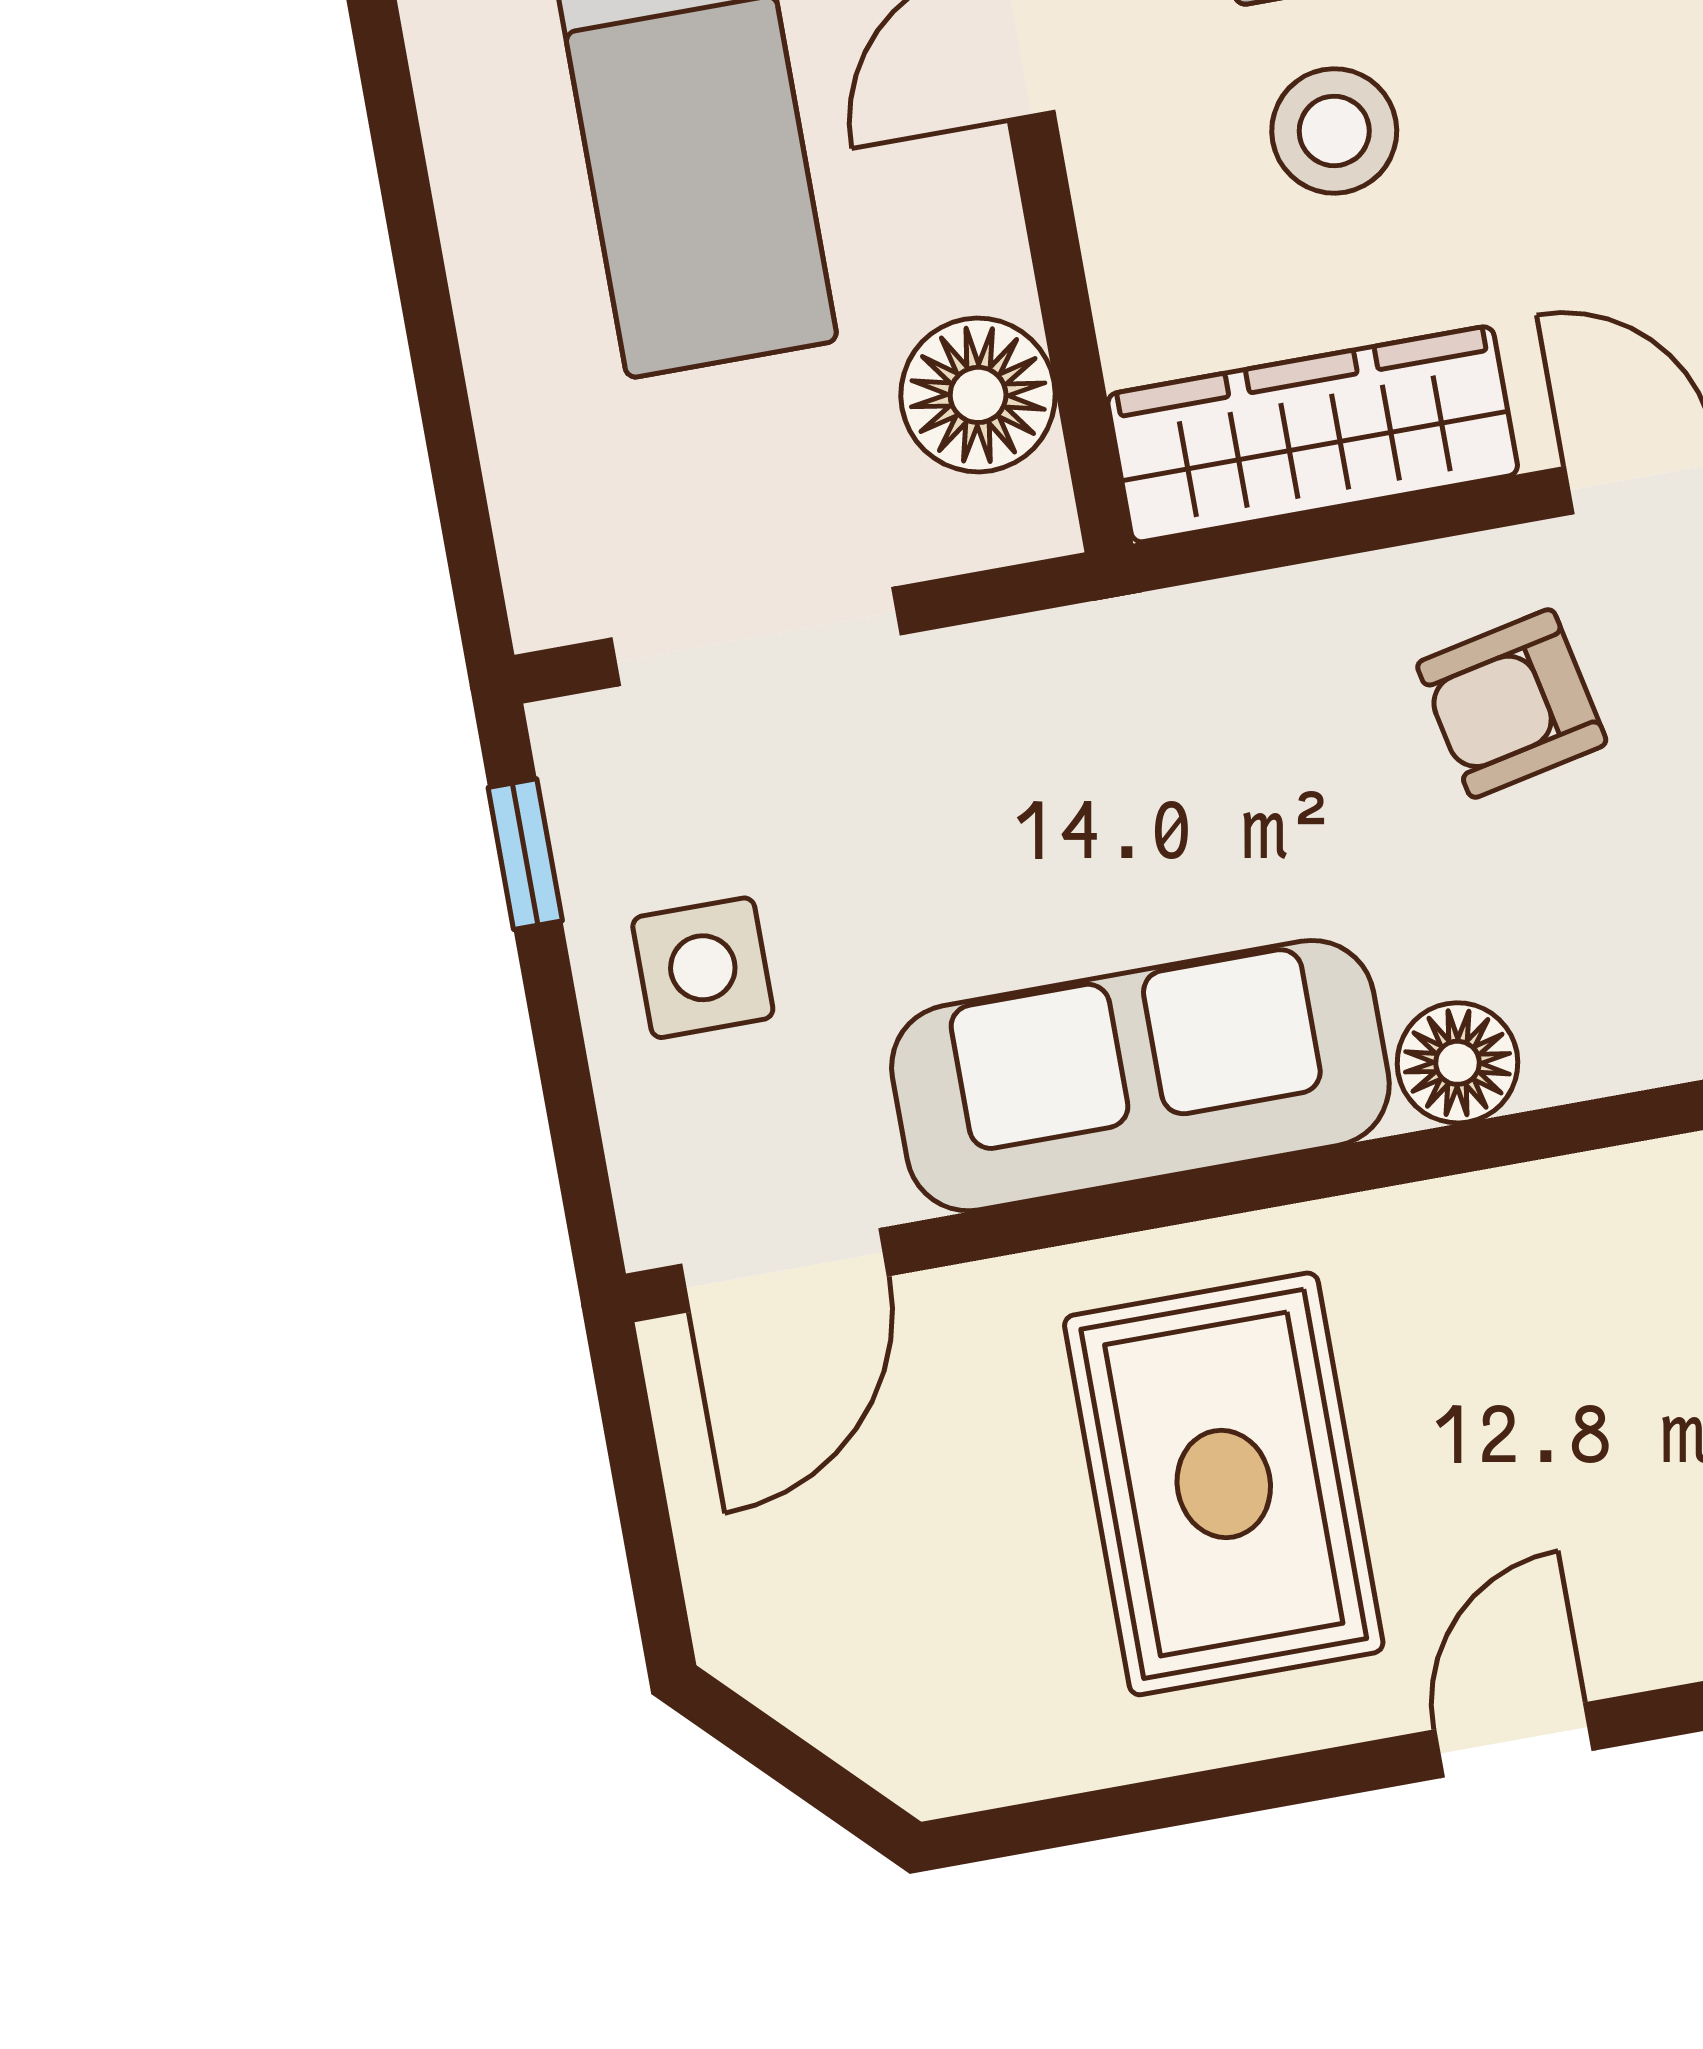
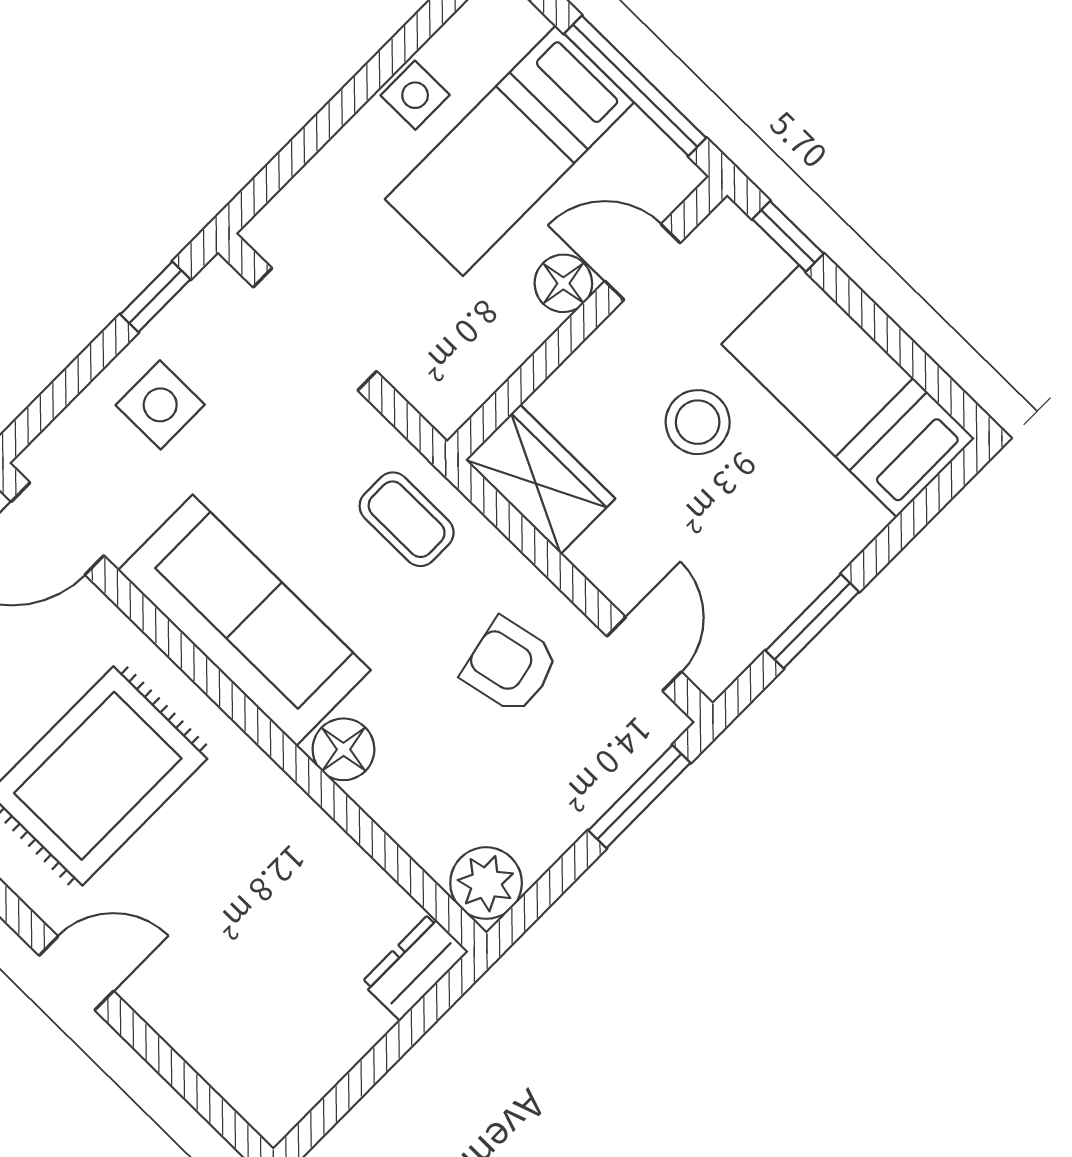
side table: (496, 214) -> (415, 95), added
floor lamp: (978, 395) -> (563, 283), moved, width x0.73, depth x0.73
wardrobe: (1313, 434) -> (540, 479), width x0.67
coffee table: (1162, 704) -> (407, 519), added

